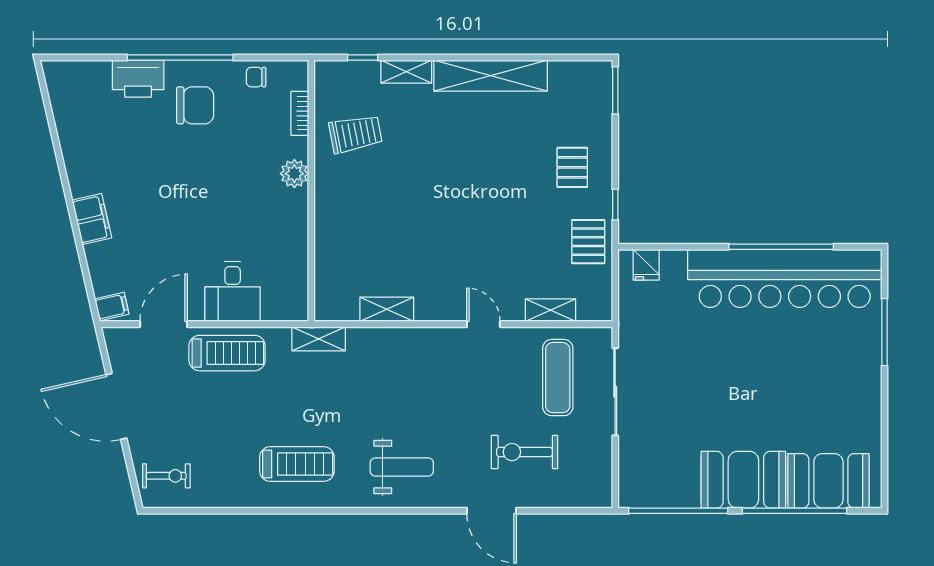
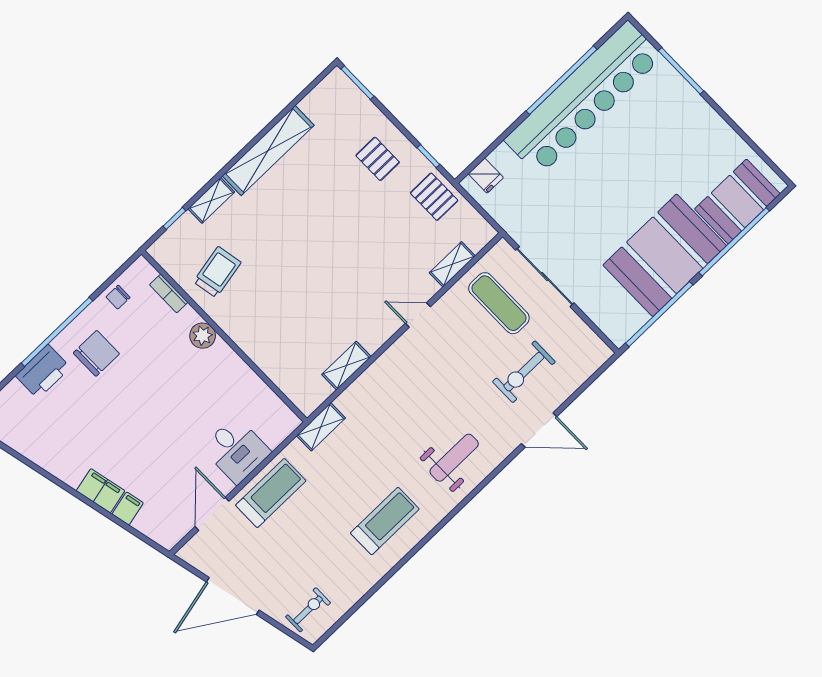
filing cabinet: (112, 306) -> (128, 508), moved
booth: (743, 480) -> (665, 255), width x1.36, depth x1.42

